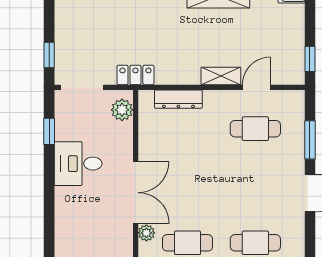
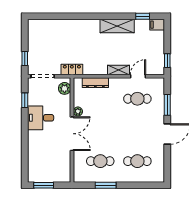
plant: (146, 233) -> (78, 111), moved

